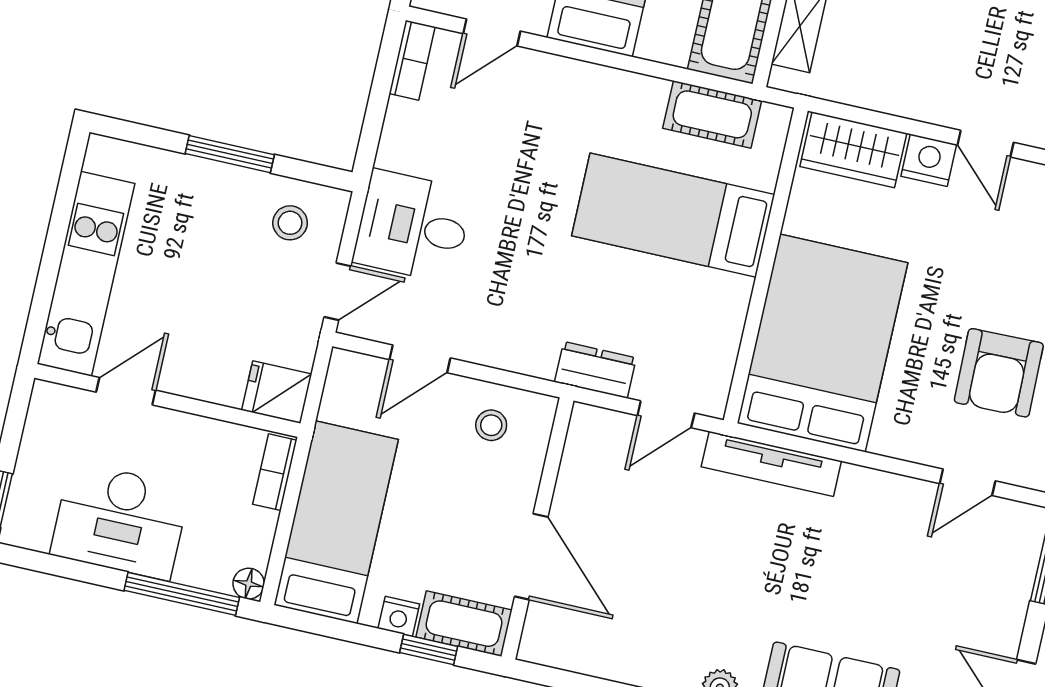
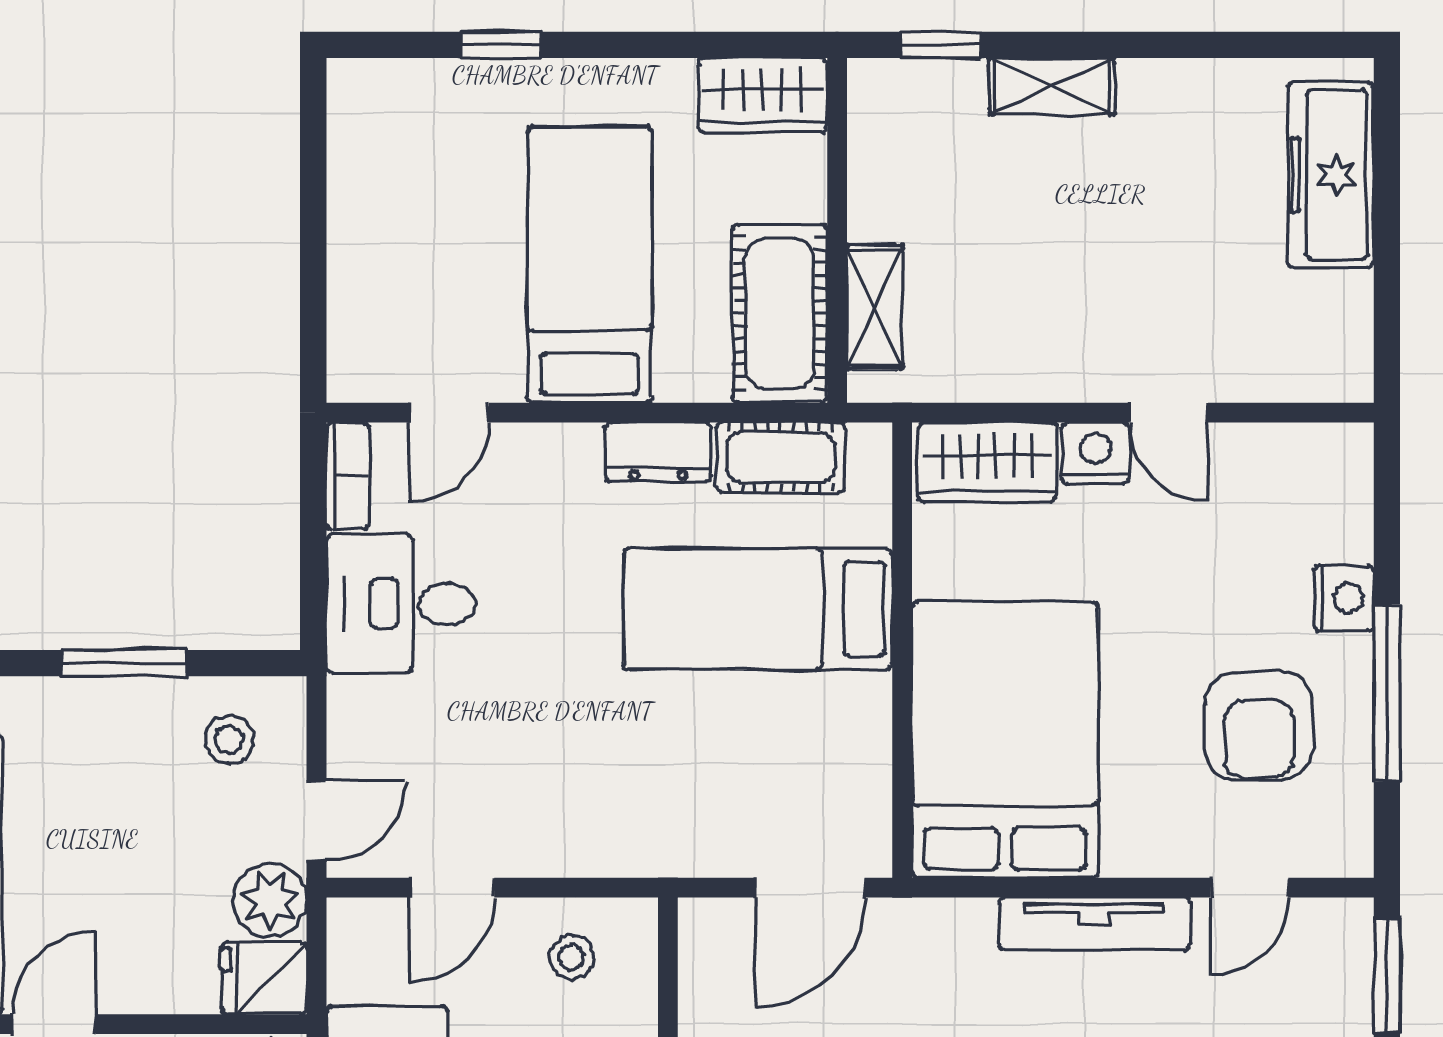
desk: (413, 226) -> (401, 604), moved
plant: (293, 339) -> (270, 900), added
dresser: (595, 370) -> (658, 452), moved, turned 180
door: (666, 414) -> (810, 888), width x1.37
tv unit: (771, 464) -> (1094, 923), moved

